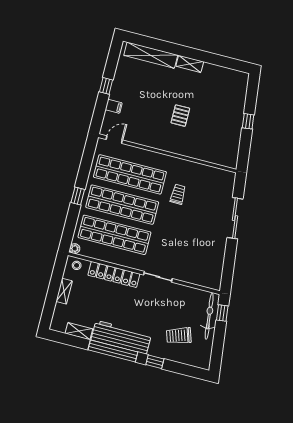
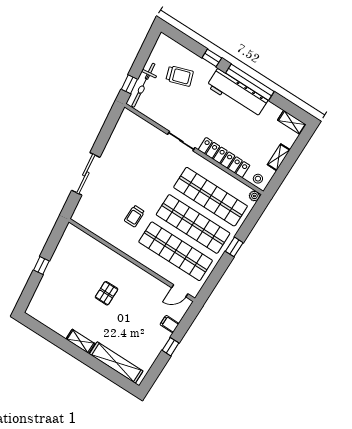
shelving: (79, 331) -> (292, 122), moved

